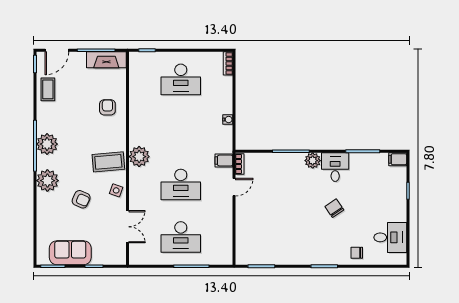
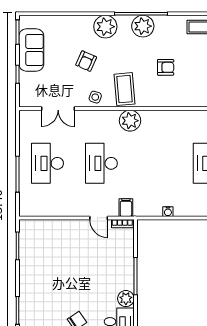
armchair: (107, 107) -> (166, 67), moved

